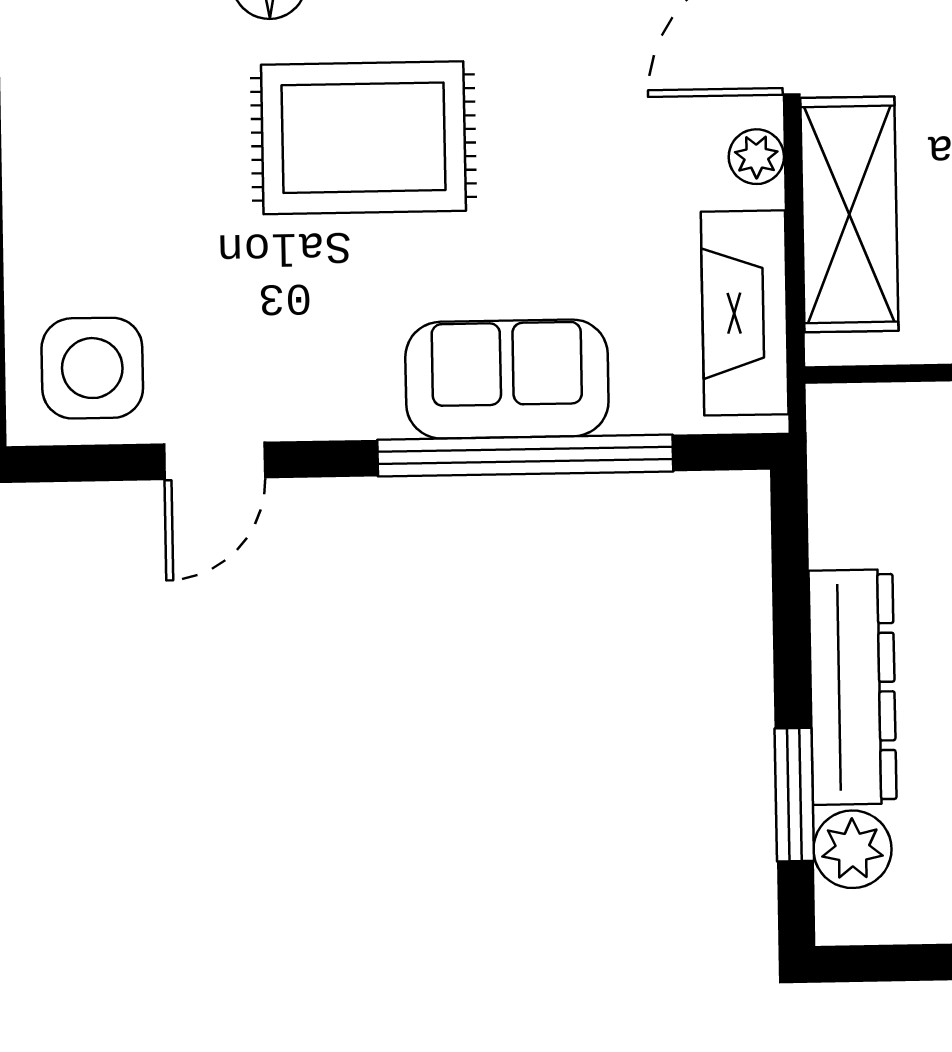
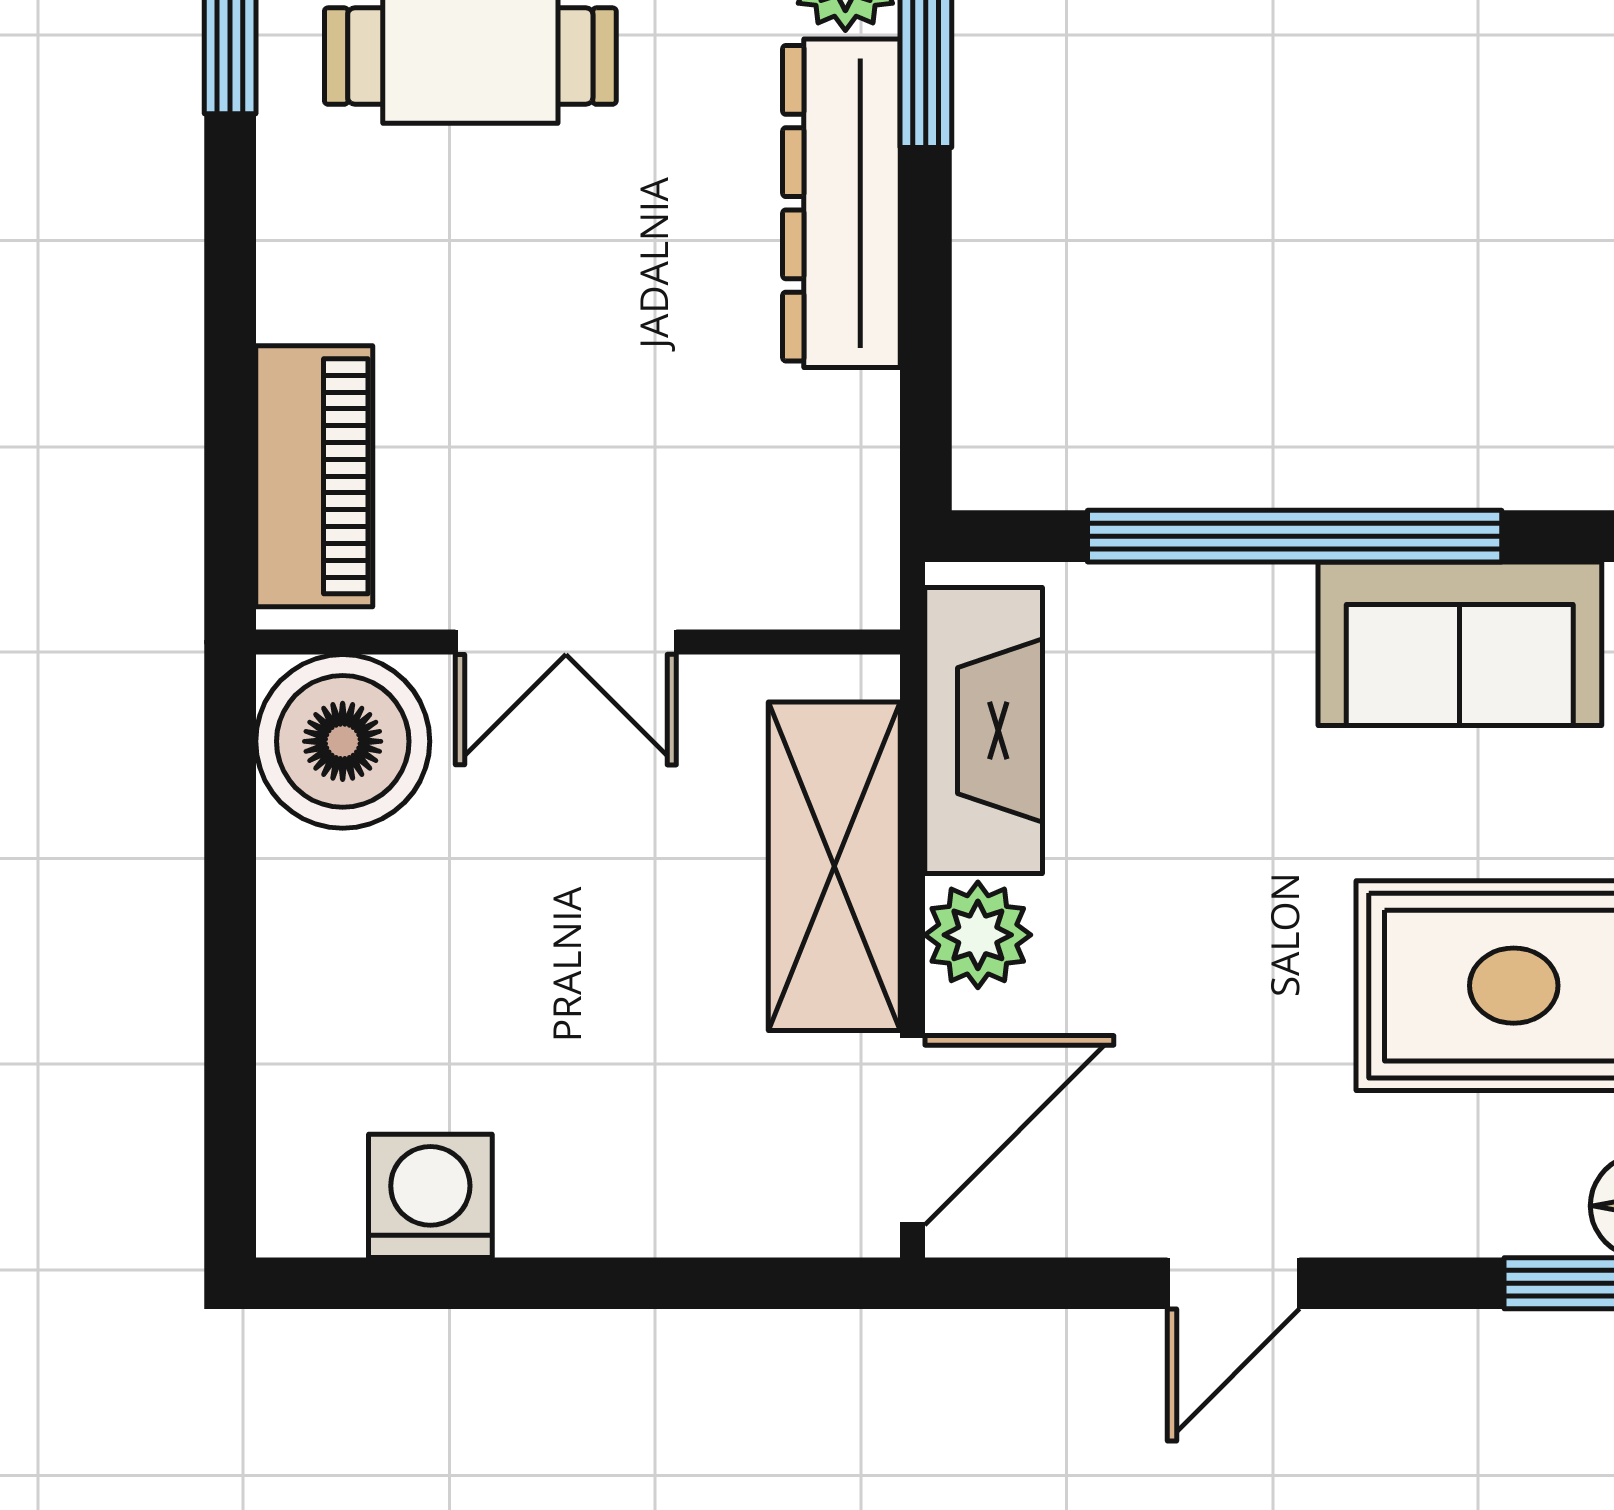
plant: (756, 157) -> (978, 935), width x1.38, depth x1.38
sofa: (507, 379) -> (1460, 644), moved

